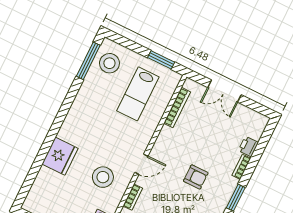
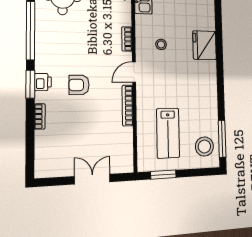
lab bench: (138, 94) -> (168, 133), turned 180
bookcase: (177, 108) -> (128, 106), moved
printer: (248, 146) -> (43, 82), moved
stool: (103, 177) -> (161, 44), width x0.53, depth x0.53

